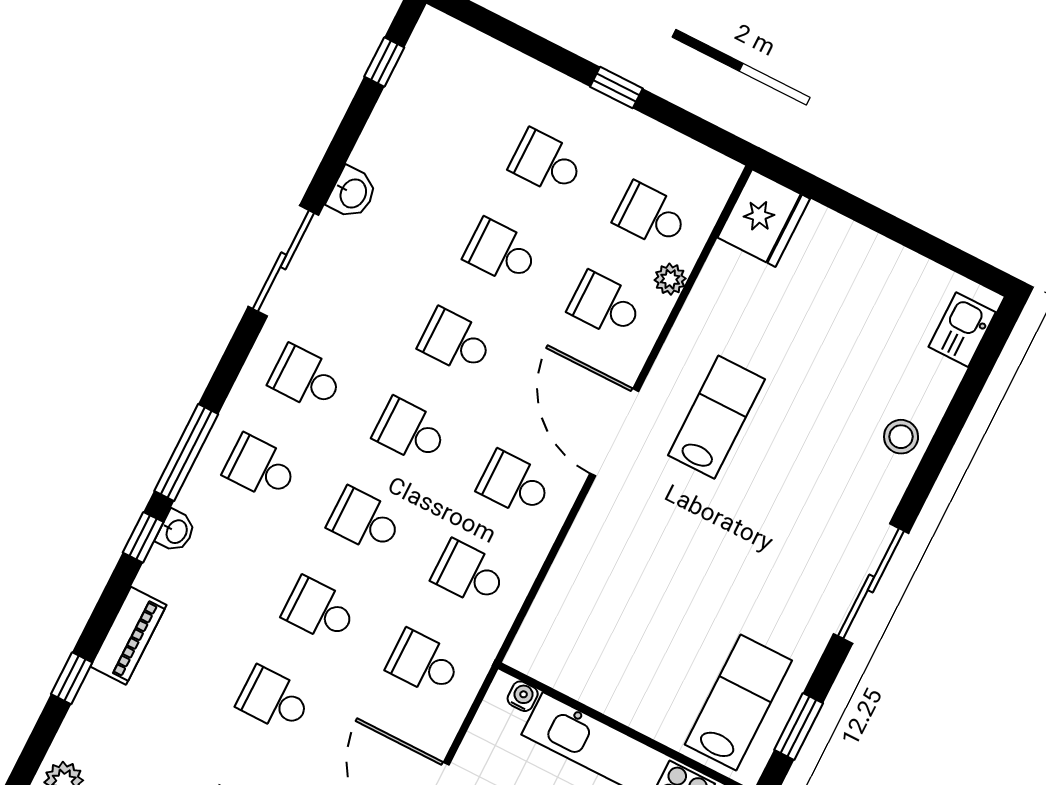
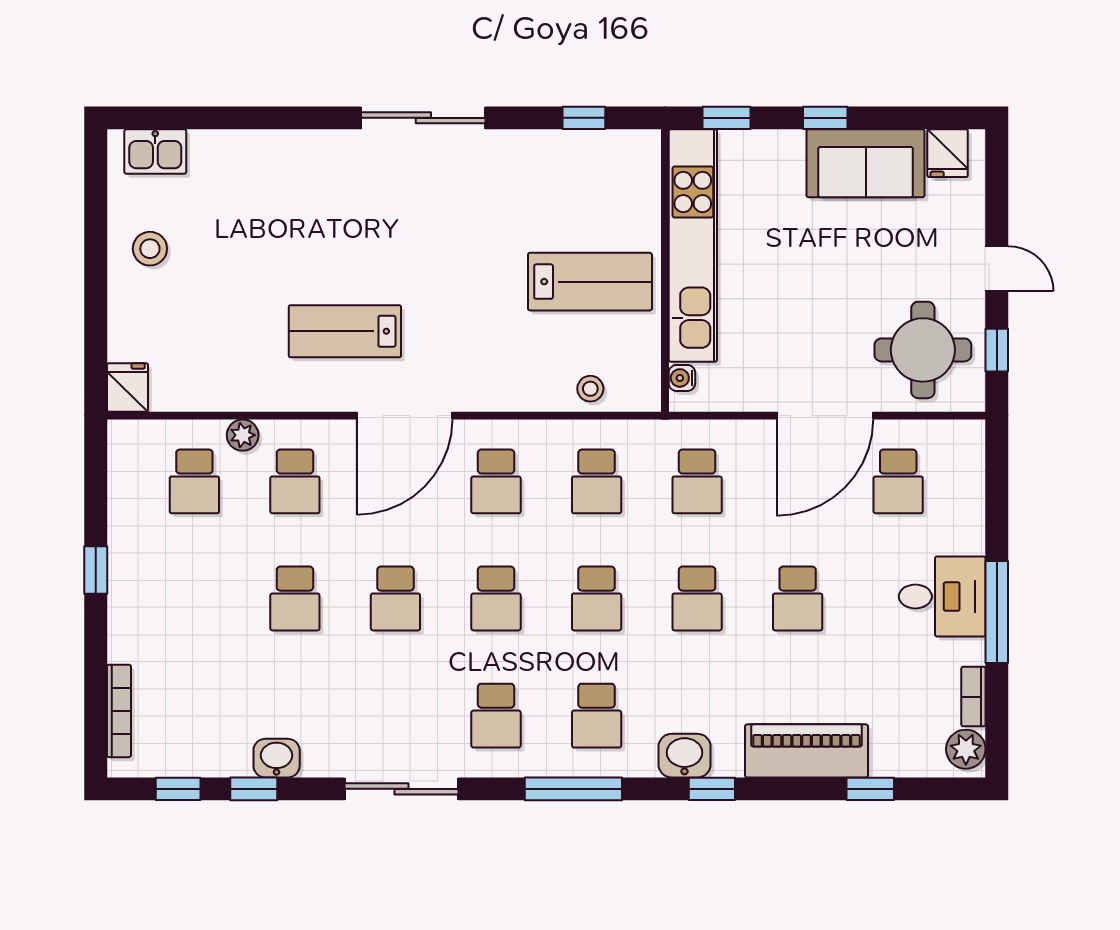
bookcase: (480, 45) -> (119, 711), added
window: (350, 129) -> (254, 789), added
school desk: (546, 162) -> (194, 598), removed
washbasin: (352, 193) -> (277, 758), moved
fridge: (764, 218) -> (128, 388), width x0.53, depth x0.75
stool: (901, 437) -> (150, 249), moved
window: (186, 453) -> (573, 789), moved
washbasin: (176, 531) -> (685, 756), width x1.38, depth x1.45
stool: (554, 610) -> (590, 389), added
piano: (128, 636) -> (807, 751), width x1.37, depth x1.33
lab bench: (738, 702) -> (590, 282), moved, turned 180
window: (799, 726) -> (584, 118), width x0.67

